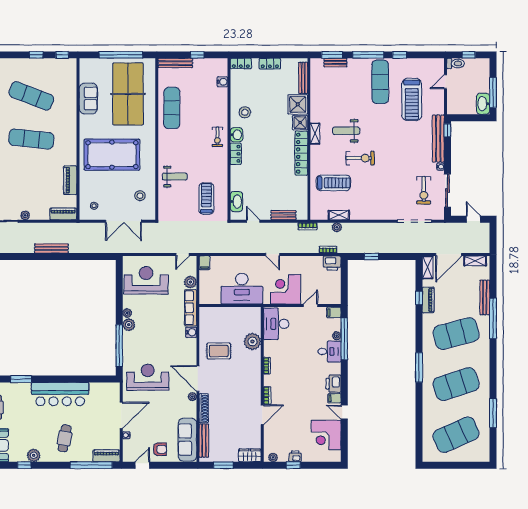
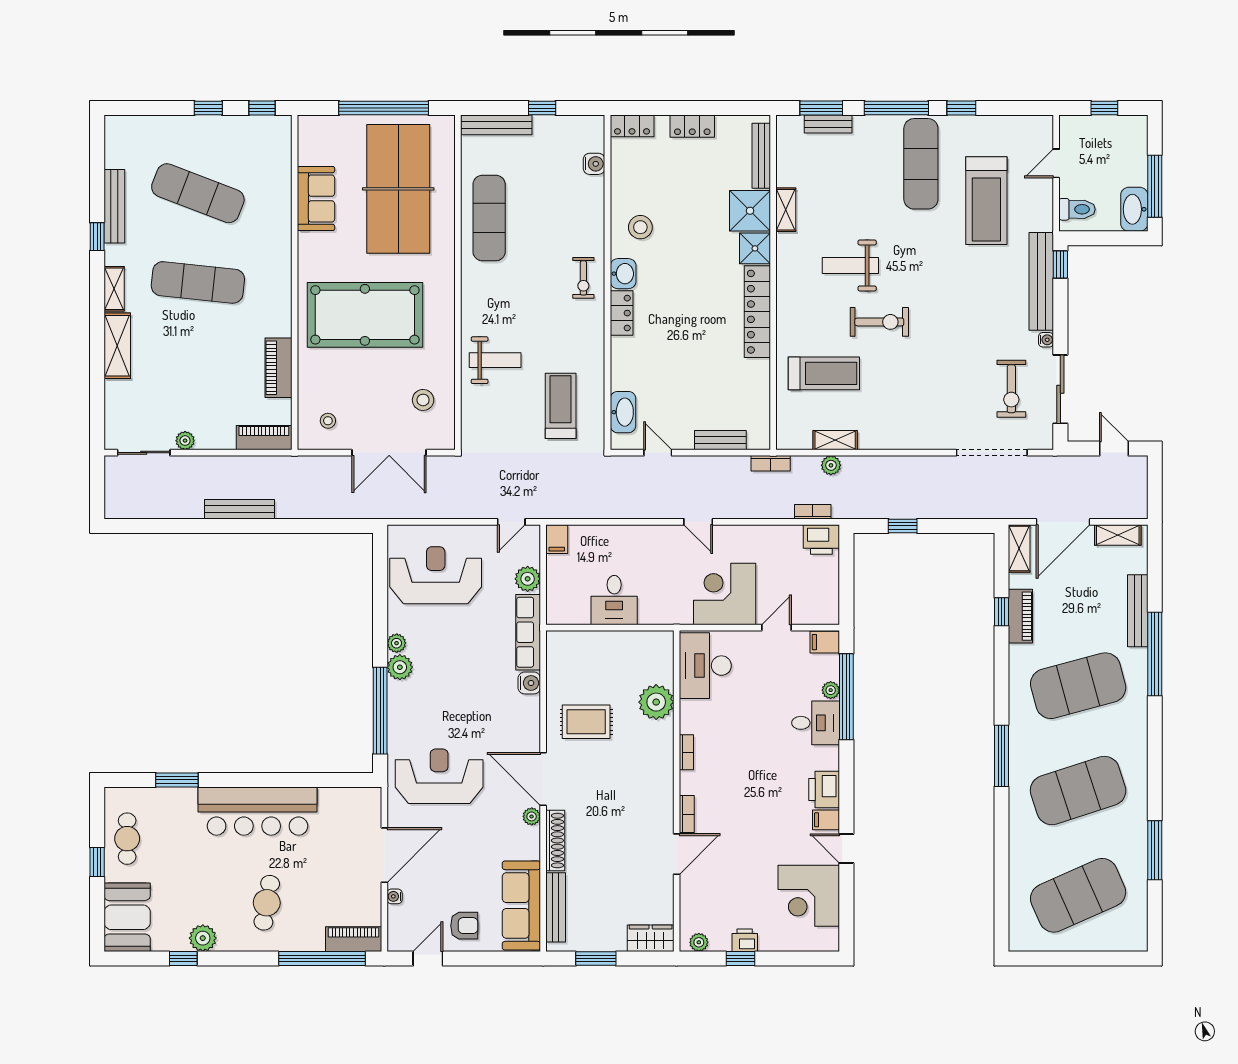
toilet: (456, 63) -> (1077, 209), moved
shelving: (315, 134) -> (786, 210), moved
desk: (242, 289) -> (614, 600), width x0.53, depth x0.77

